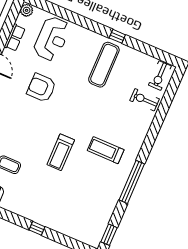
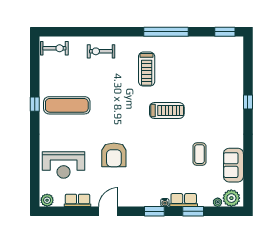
reception desk: (52, 39) -> (64, 165), turned 180
exercise bike: (145, 100) -> (101, 51), moved, turned 90

